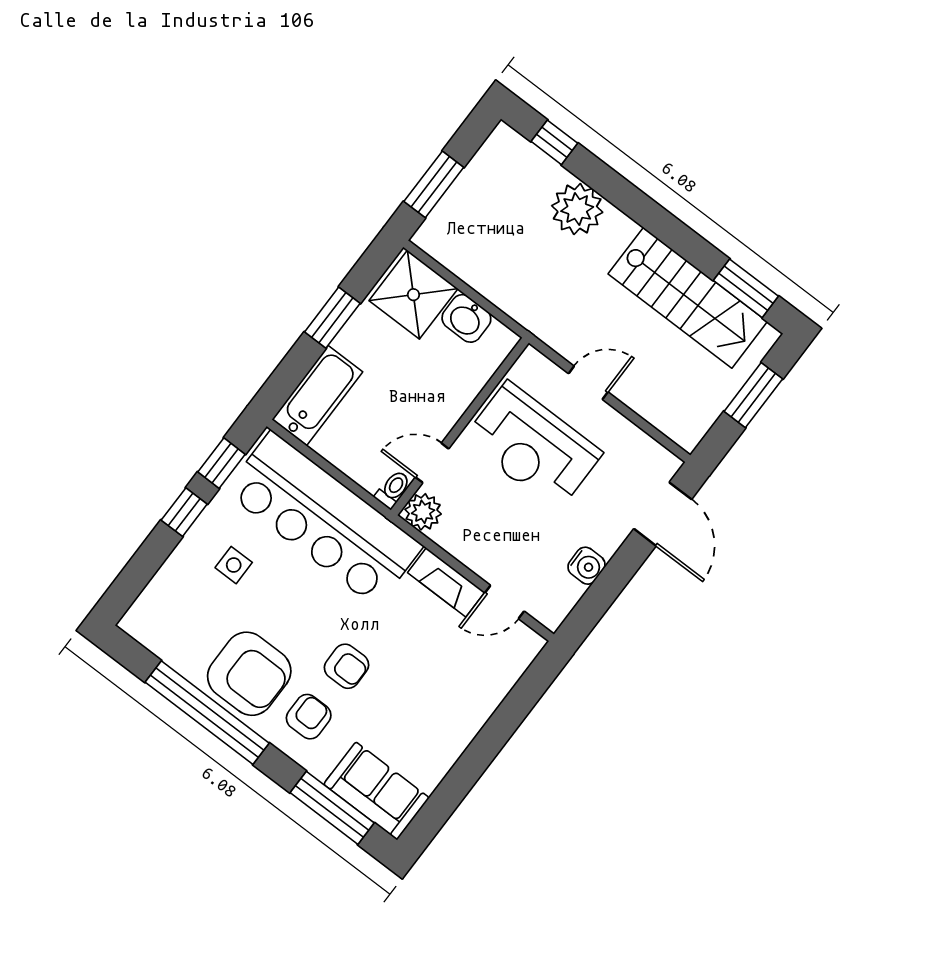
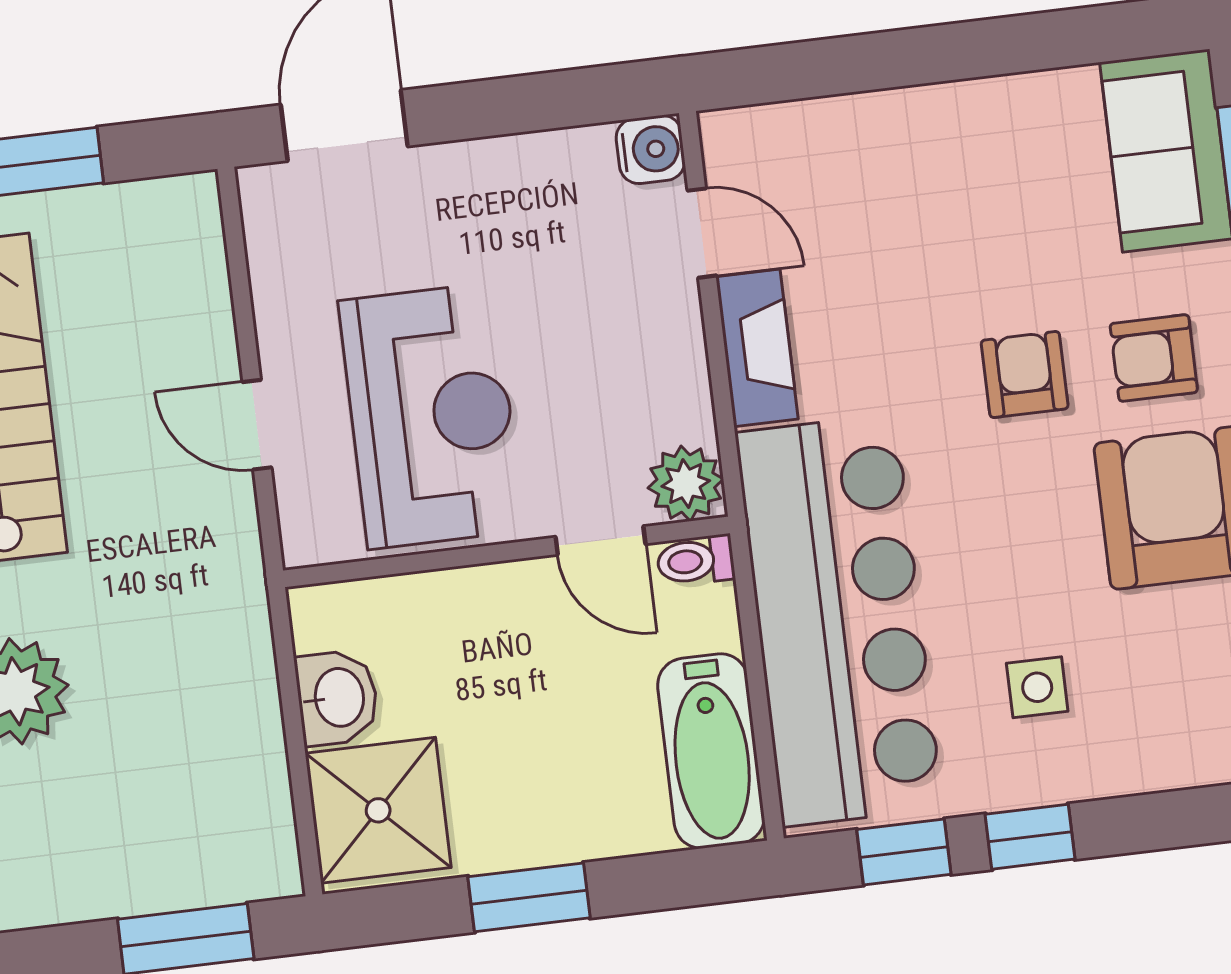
bathtub: (317, 395) -> (711, 751), moved, turned -90
water cooler: (586, 566) -> (651, 149), moved, turned 90

